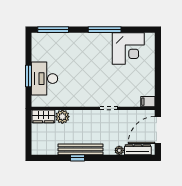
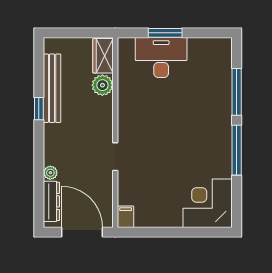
window: (53, 30) -> (237, 92), moved
corner desk: (128, 48) -> (208, 203), moved, turned 90
bench: (81, 149) -> (52, 88), moved

